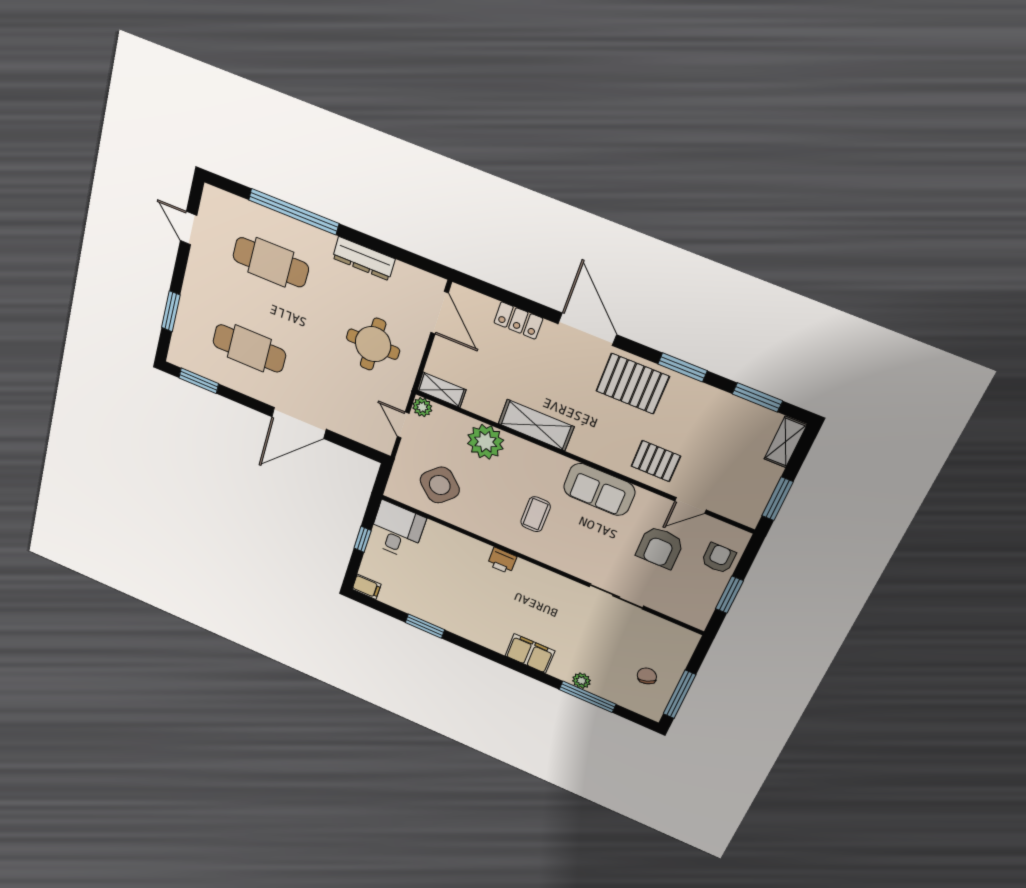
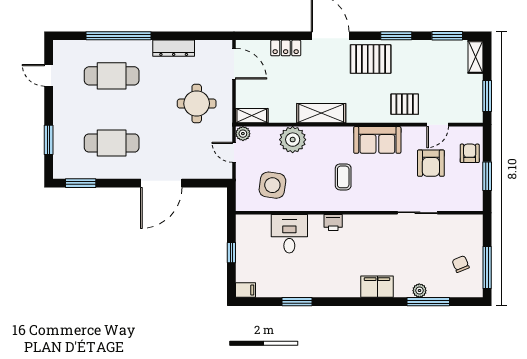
side table: (440, 485) -> (272, 185), turned -36
desk: (397, 530) -> (289, 234), moved

